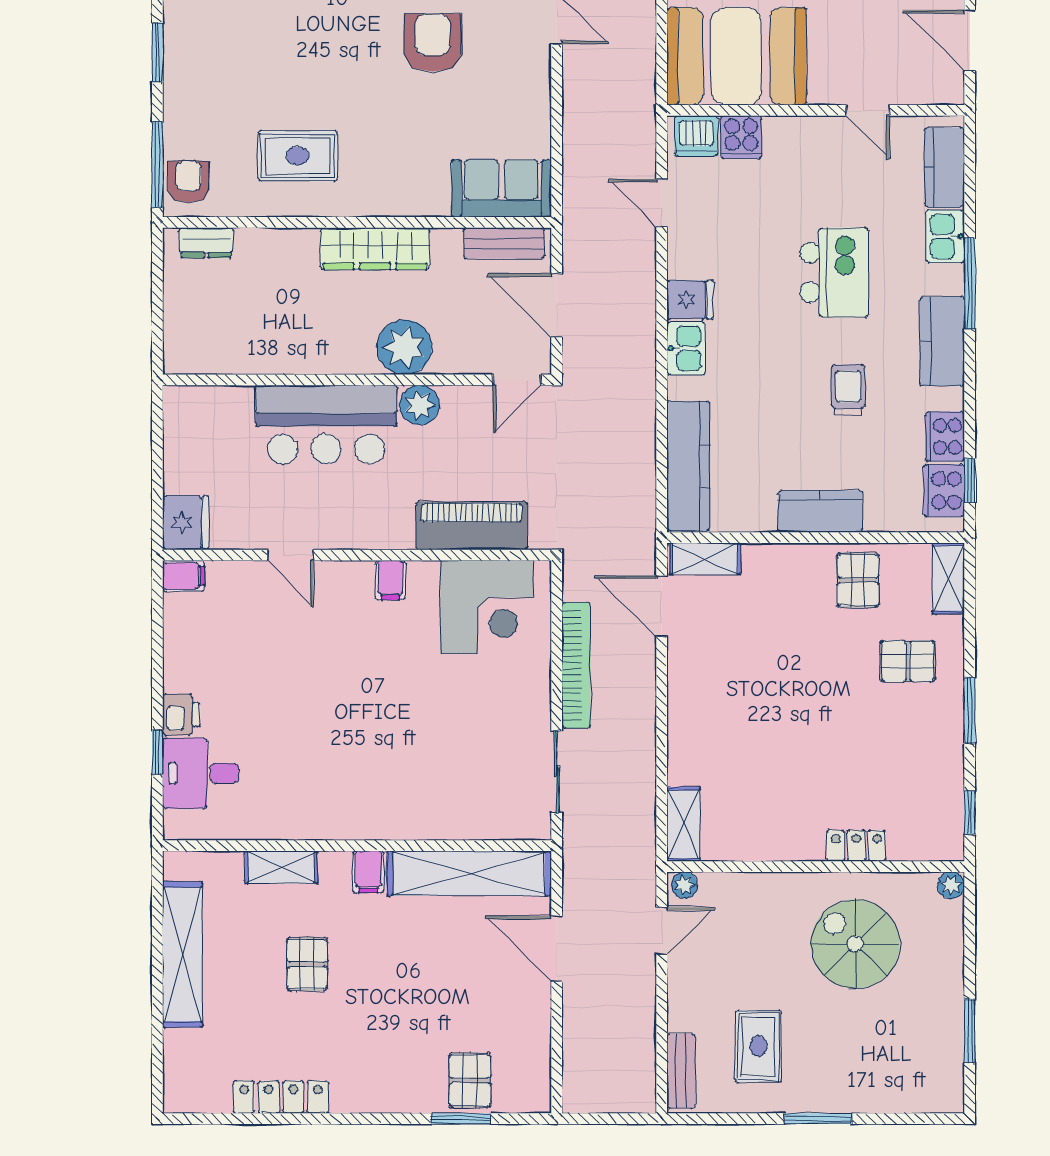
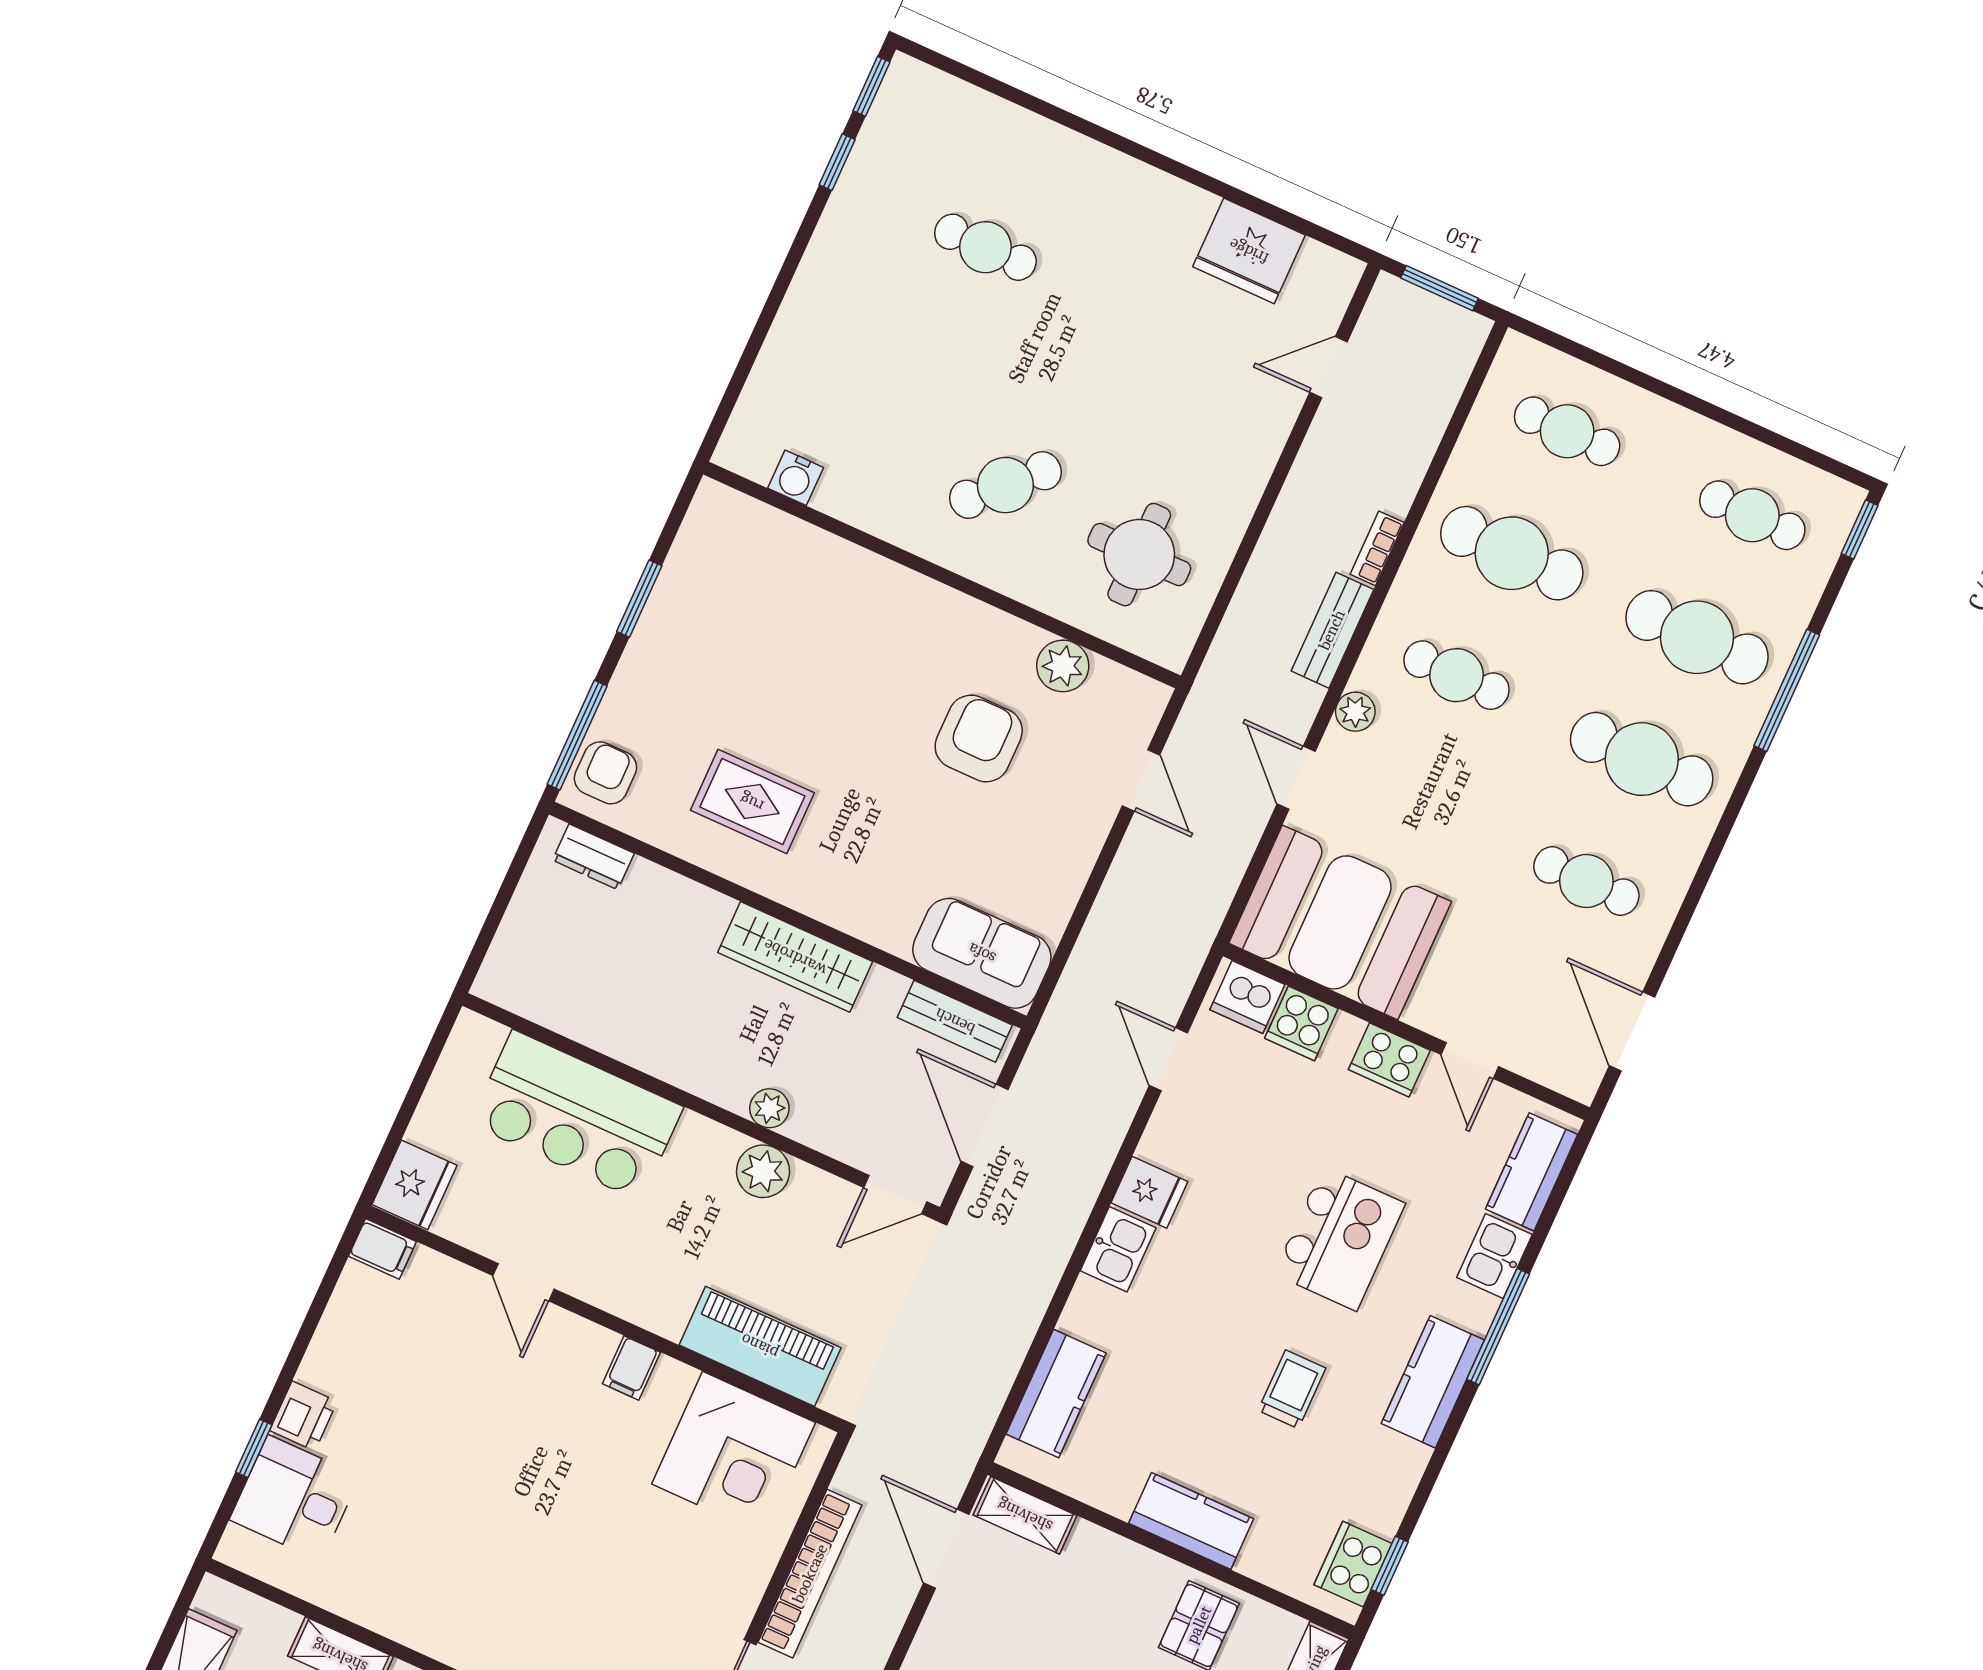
plant: (404, 347) -> (769, 1108), width x0.53, depth x0.53
bar counter: (326, 425) -> (577, 1115), moved
cooker: (945, 436) -> (1389, 1060), moved, turned -90
kitchen counter: (688, 466) -> (1056, 1393), width x0.67

